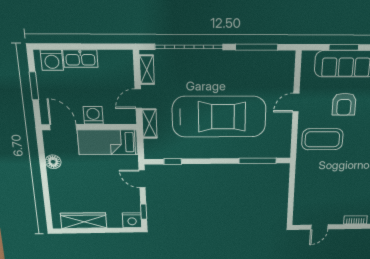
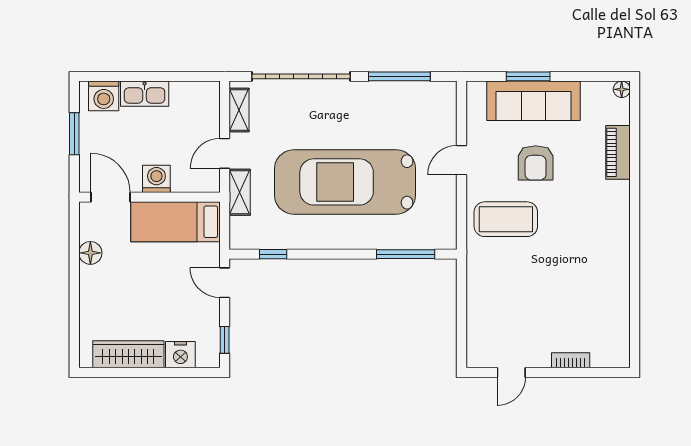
car: (219, 117) -> (345, 182), turned 180
nightstand: (132, 220) -> (180, 355), moved

